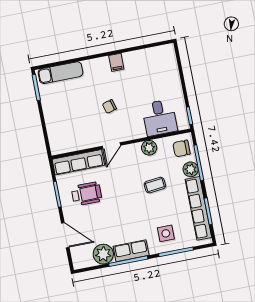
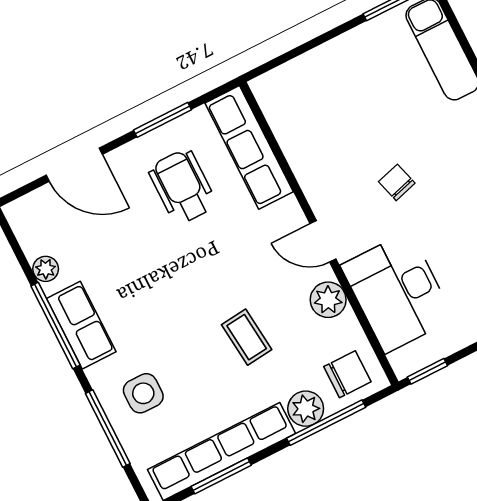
desk: (160, 118) -> (397, 292), width x1.37
door: (111, 146) -> (323, 241), moved
chair: (182, 148) -> (347, 374), turned 90
wheelchair: (87, 194) -> (182, 187), turned 180
door: (65, 235) -> (74, 165), hinge flipped
plant: (103, 254) -> (46, 269), width x0.53, depth x0.53

